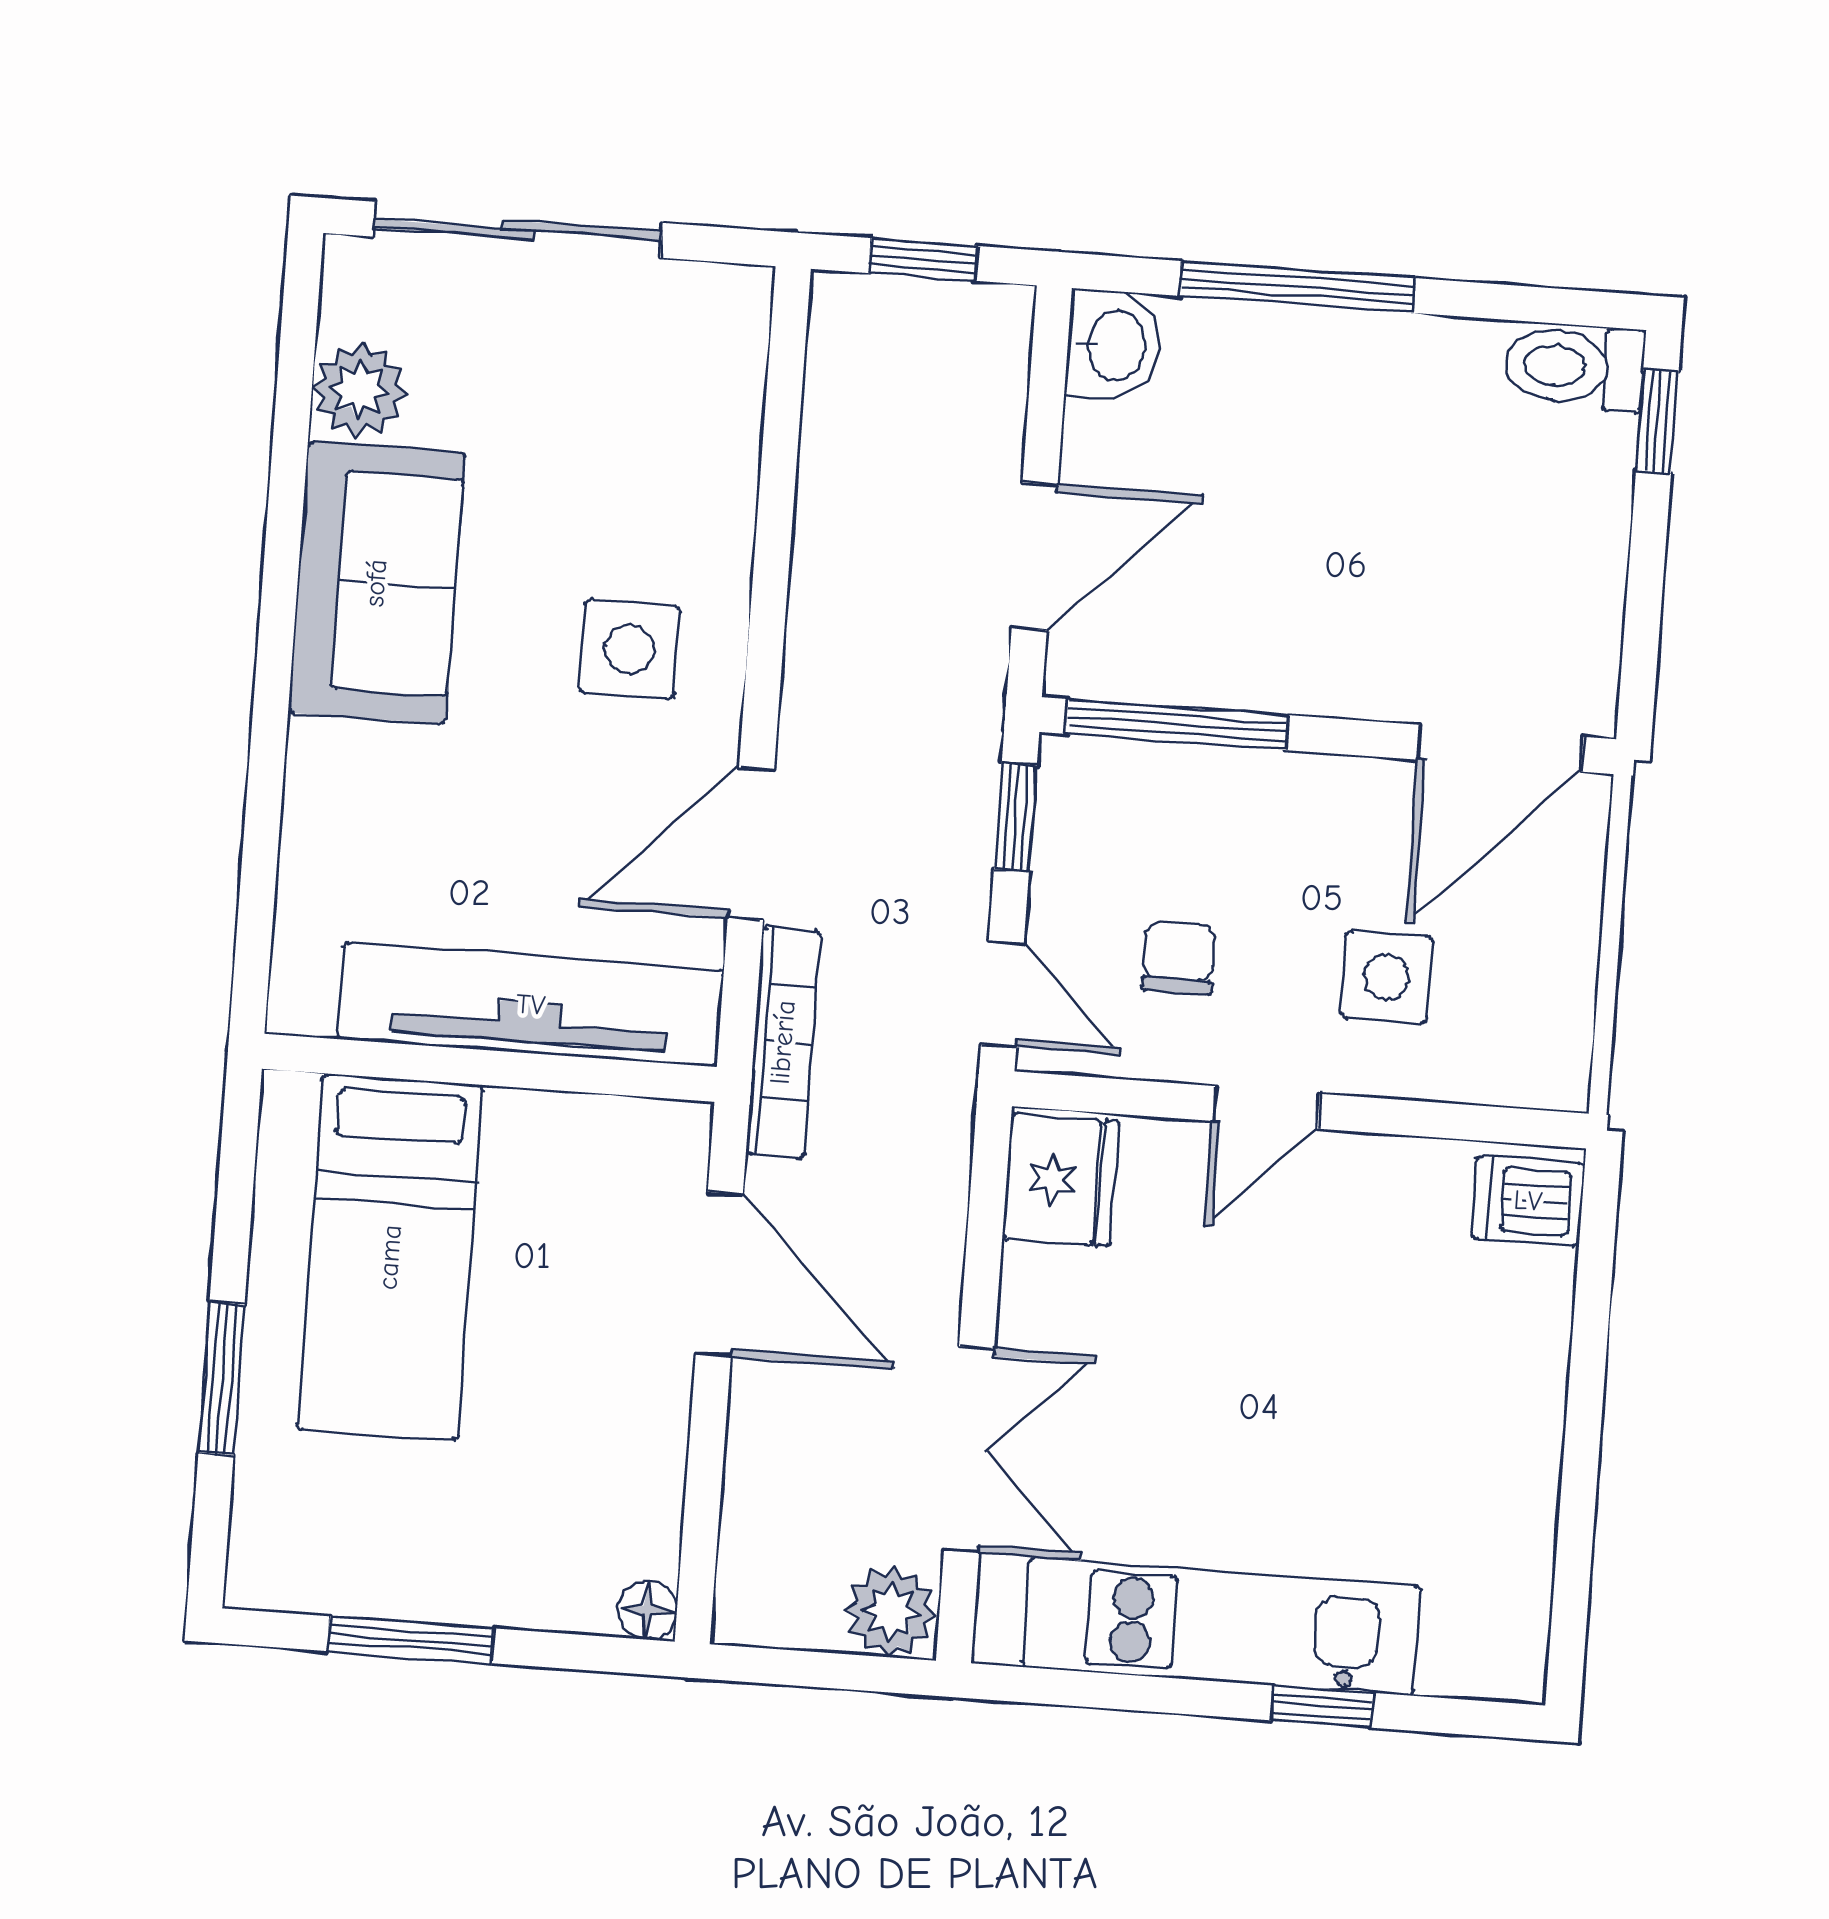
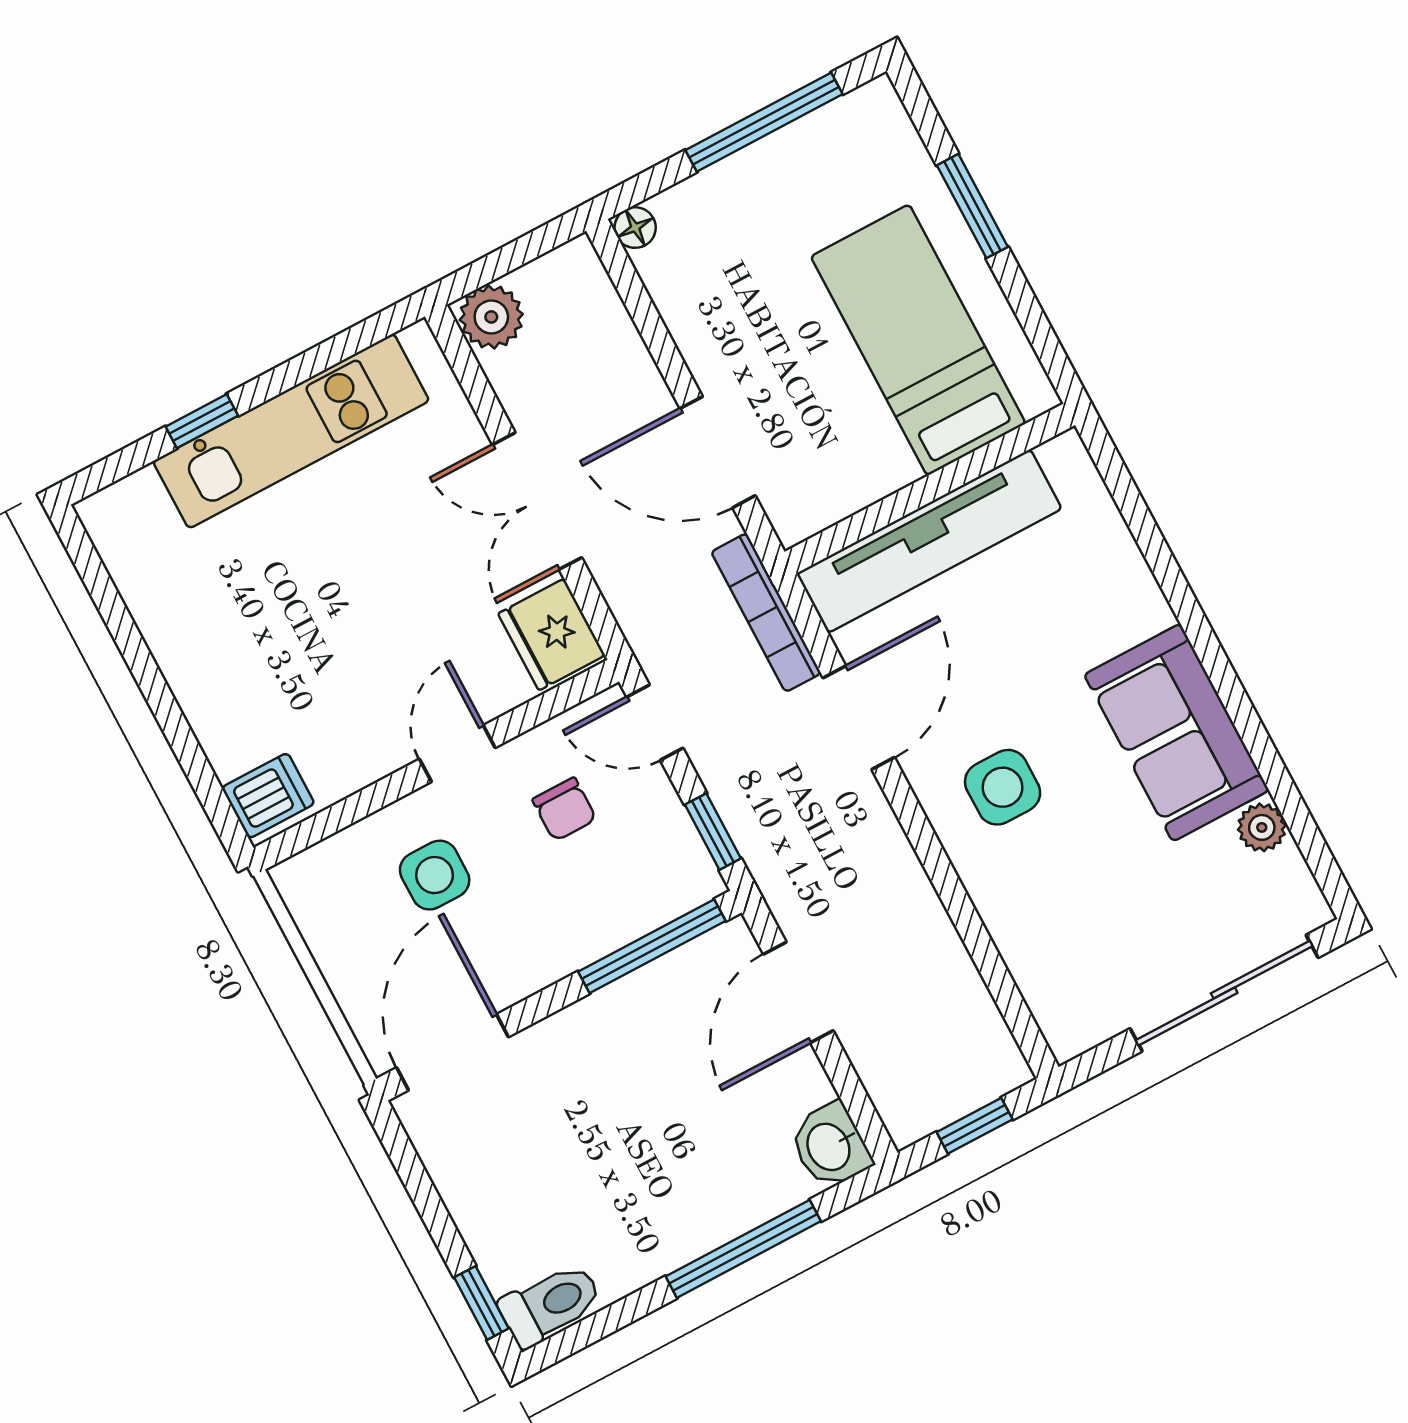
plant: (359, 390) -> (1262, 827), width x0.73, depth x0.73
double door: (969, 1450) -> (537, 501), moved
window: (411, 1640) -> (764, 122), width x1.44

